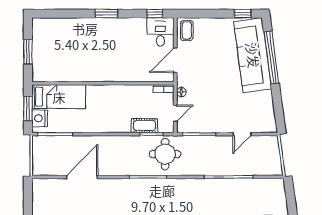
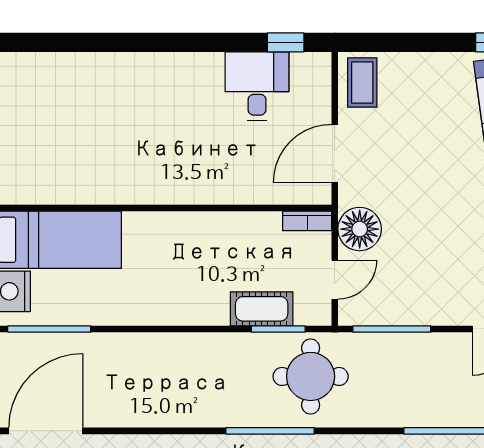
window: (106, 14) -> (171, 42), removed
desk: (160, 32) -> (257, 86), moved
floor lamp: (181, 92) -> (360, 229), width x1.89, depth x1.89
door: (82, 177) -> (46, 431), moved

